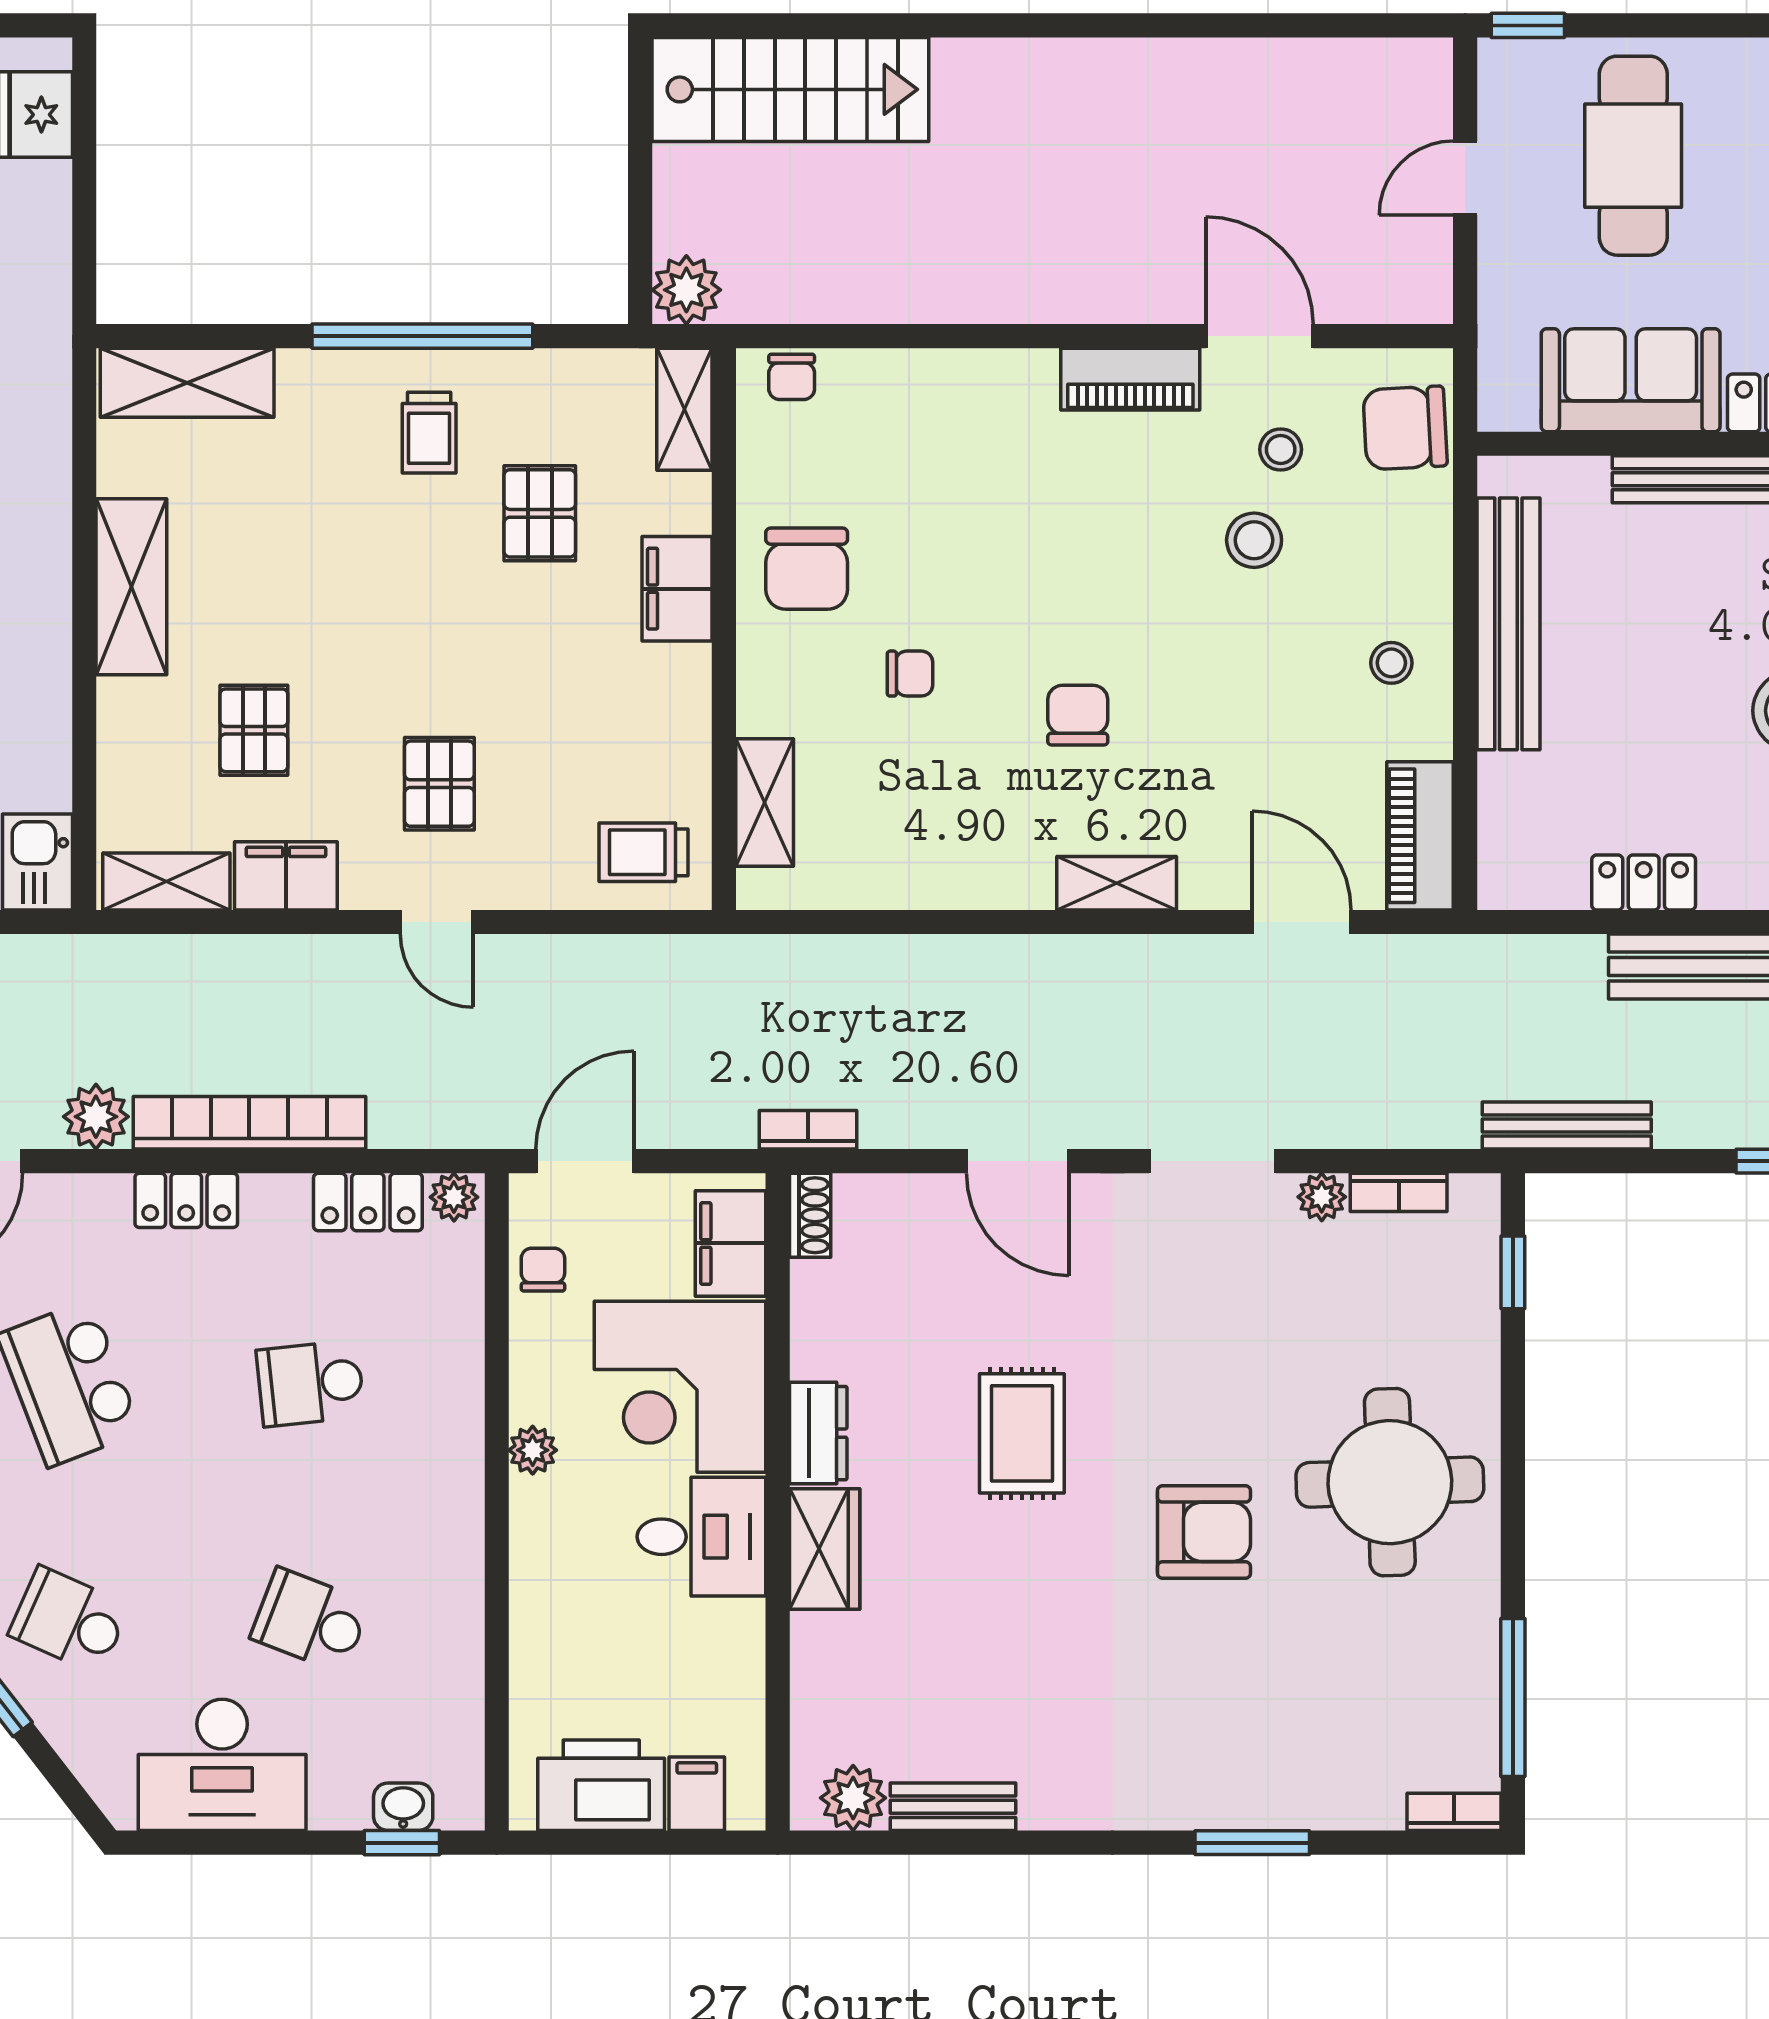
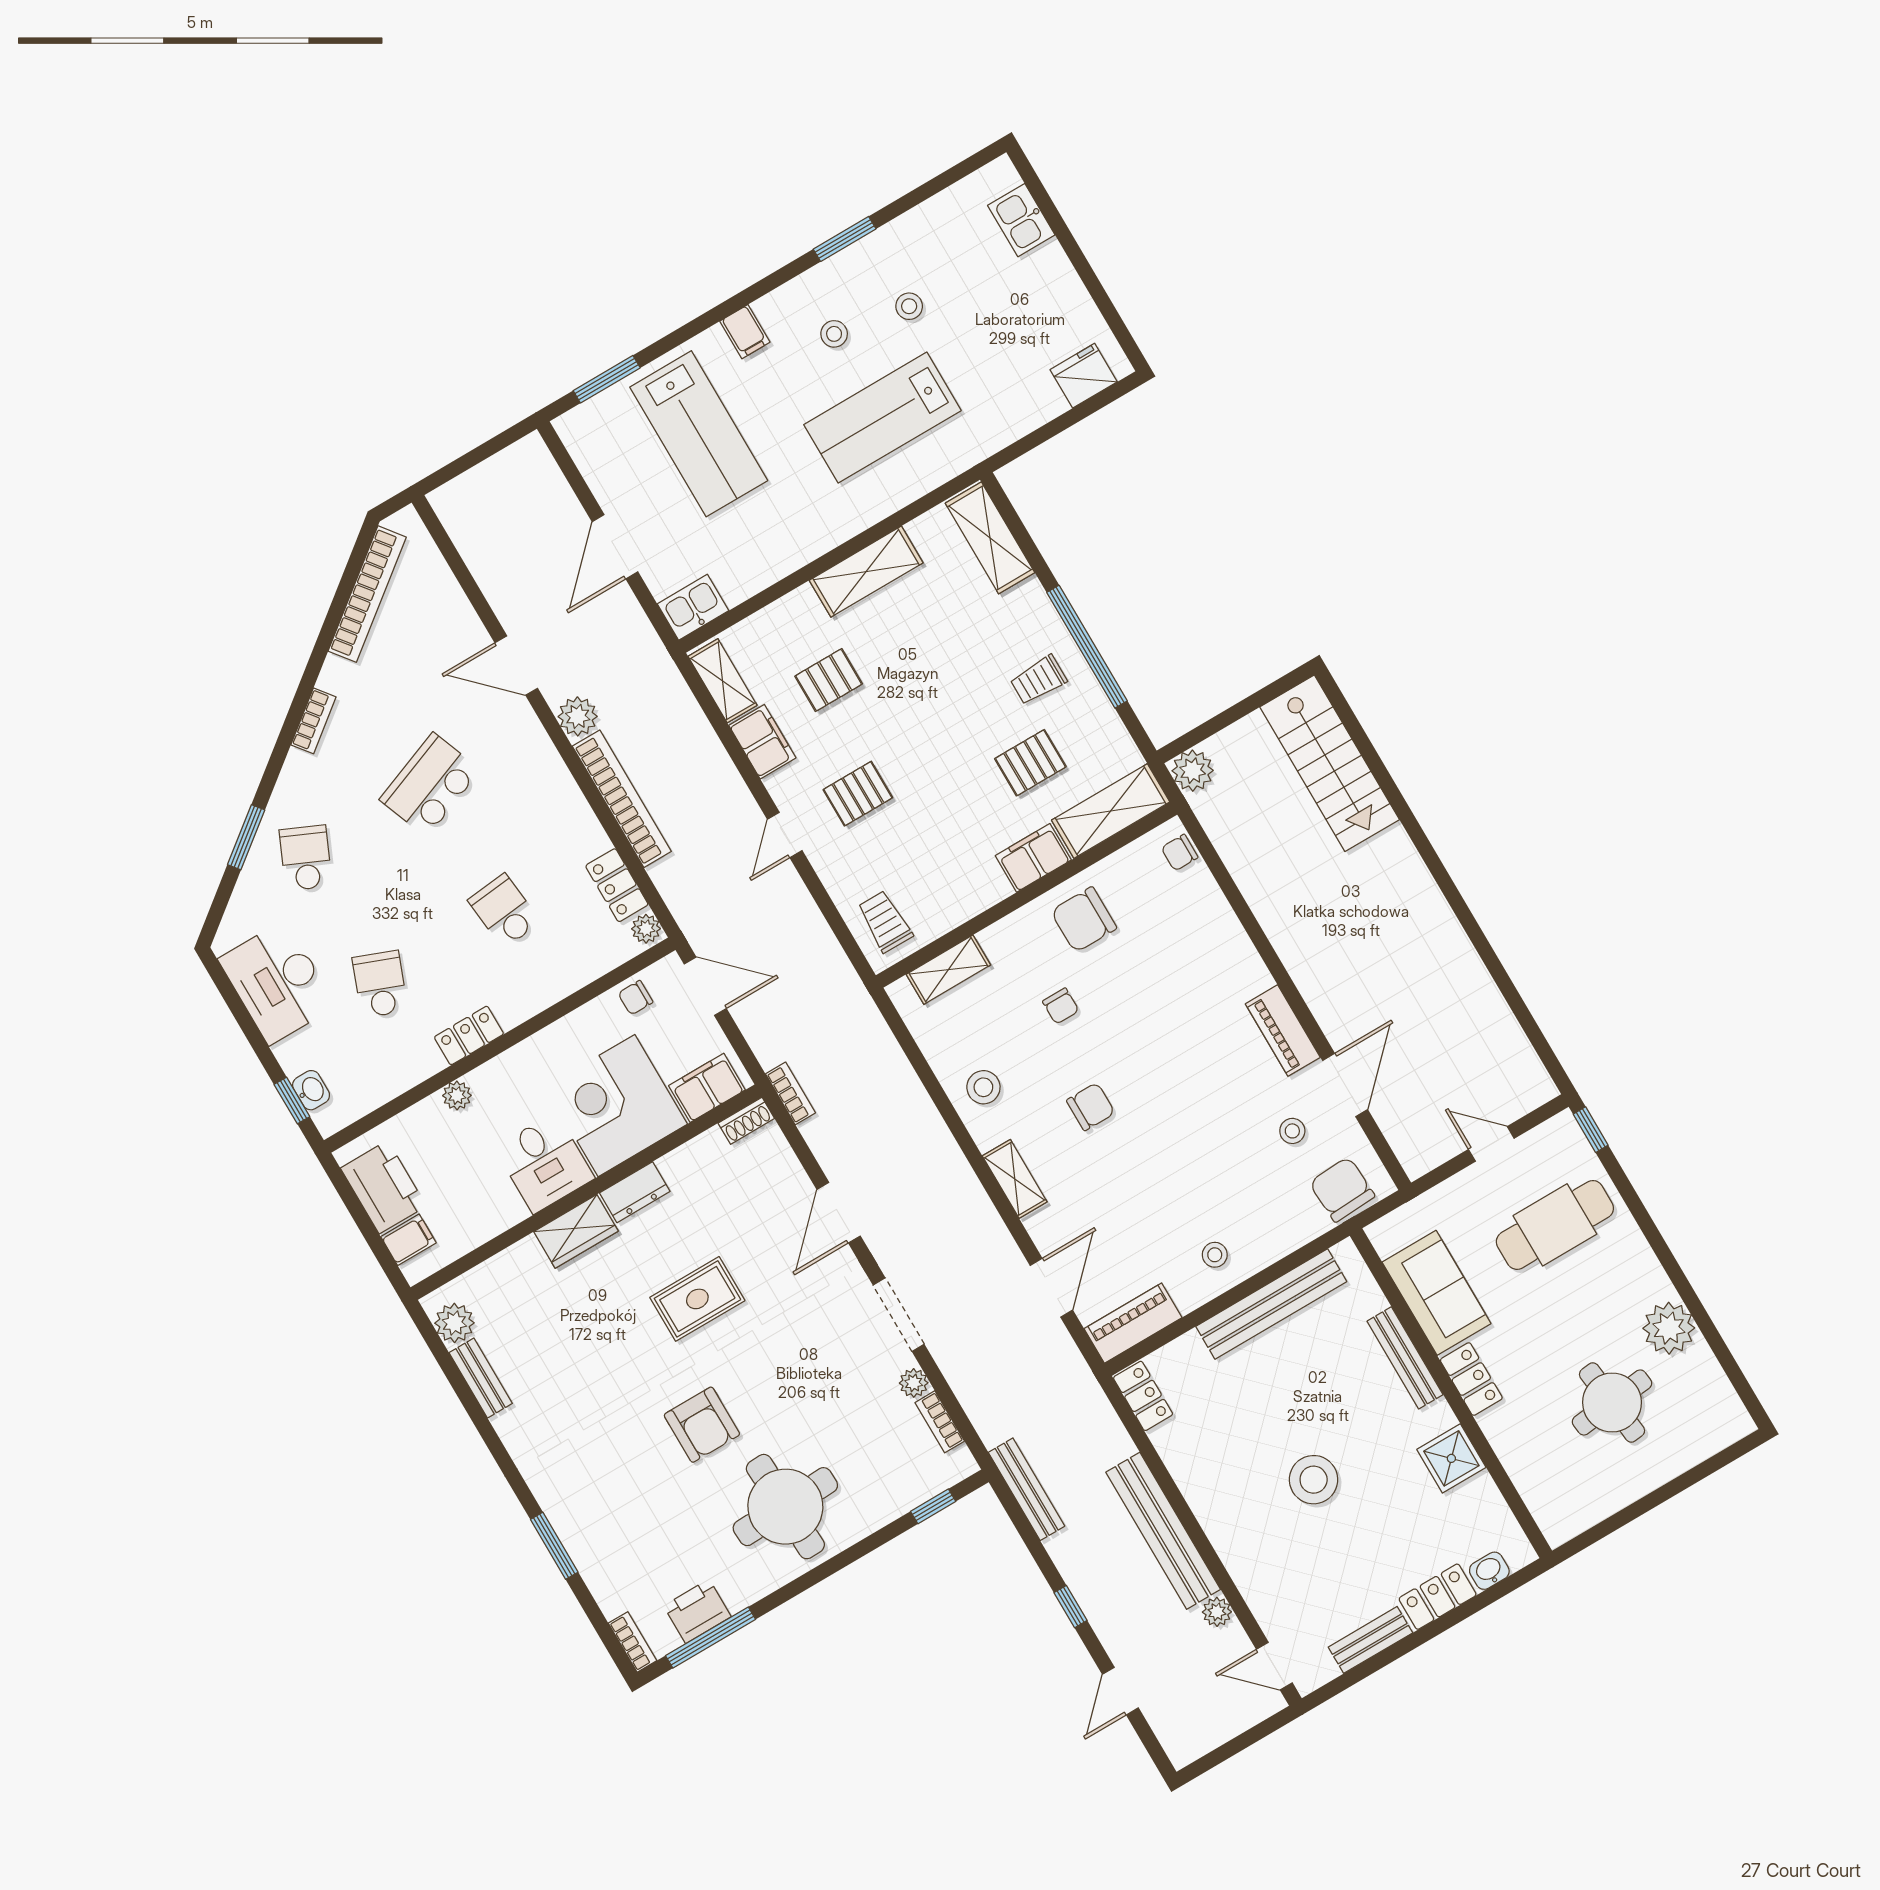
shelving: (684, 409) -> (1111, 811), width x1.50, depth x1.33
stool: (1254, 540) -> (983, 1087), moved
locker: (1644, 882) -> (1143, 1396), moved
locker: (186, 1200) -> (469, 1035), moved, turned 90
chair: (543, 1270) -> (635, 998), turned 180
plant: (533, 1450) -> (457, 1096), moved
printer: (1465, 1694) -> (697, 1611), added

